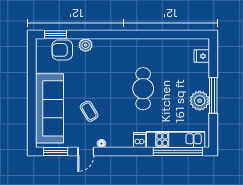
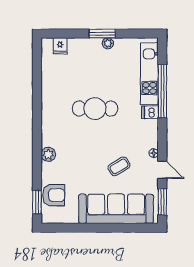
plant: (86, 45) -> (48, 154), moved
armchair: (62, 50) -> (54, 195), turned -90
window: (213, 95) -> (102, 34), width x0.69
plant: (200, 101) -> (108, 43), width x0.53, depth x0.53
window: (178, 152) -> (162, 91), moved

